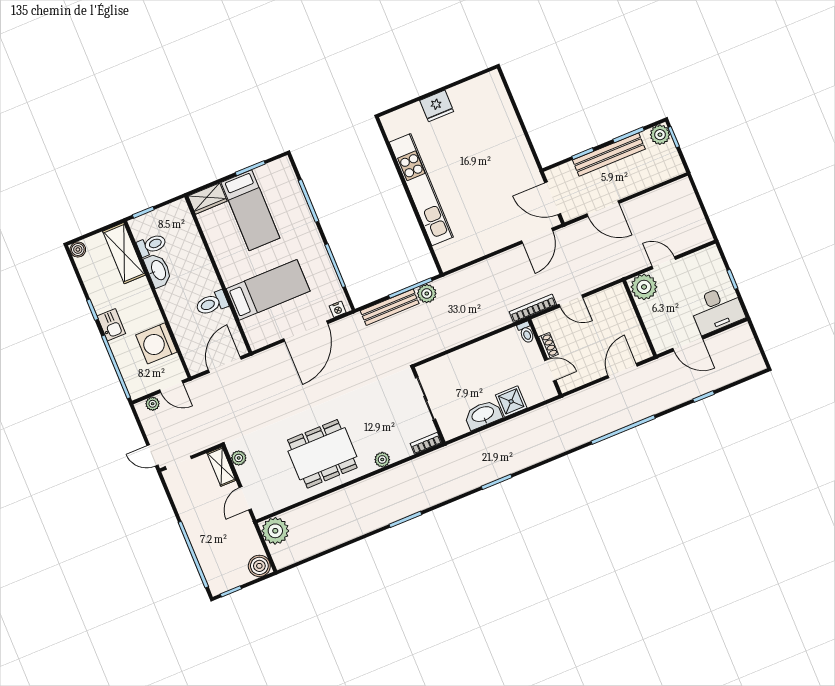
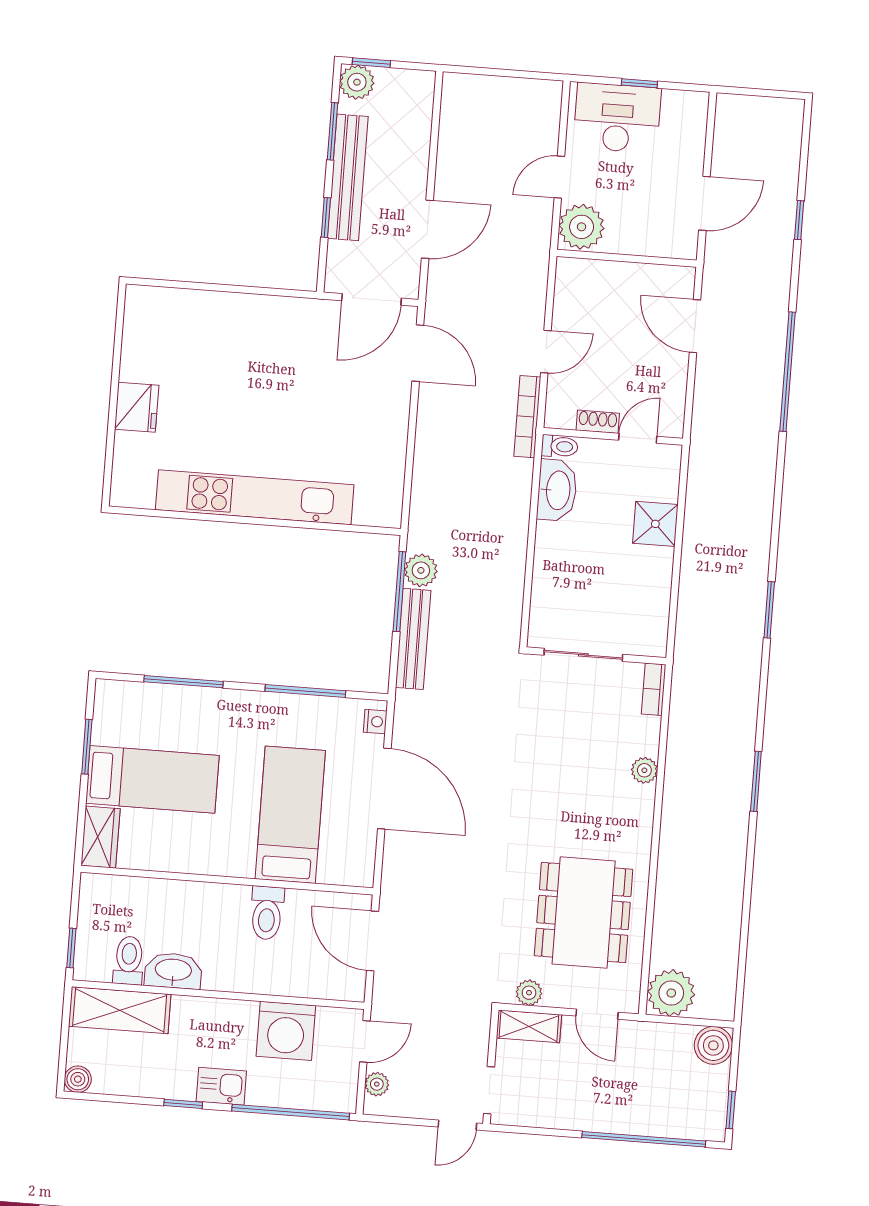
desk: (717, 309) -> (617, 118), moved, turned -90
washbasin: (483, 415) -> (557, 490), moved, turned 180
dining table: (322, 454) -> (584, 912), moved

